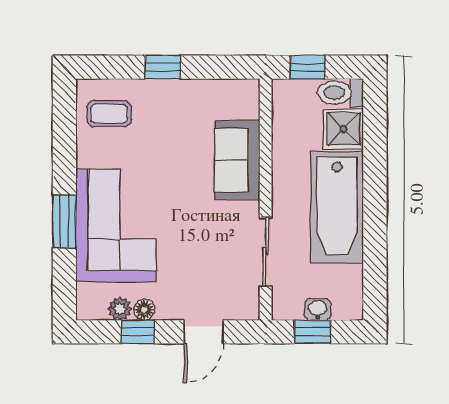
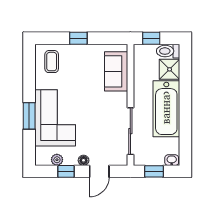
coffee table: (109, 114) -> (52, 62), turned 90
sofa: (237, 160) -> (116, 71), moved
sliding door: (266, 252) -> (130, 131), width x1.37
washbasin: (318, 309) -> (172, 160), moved
floor lamp: (144, 310) -> (84, 160), moved

